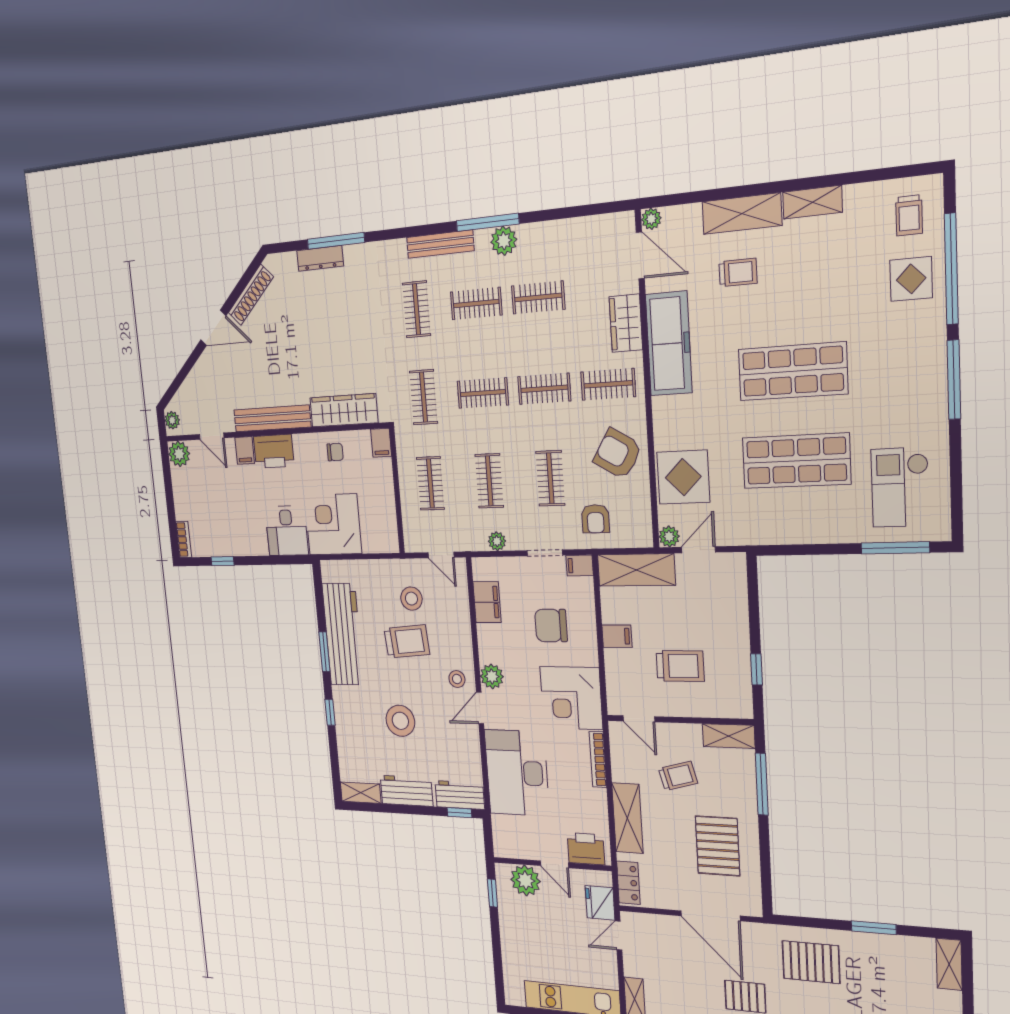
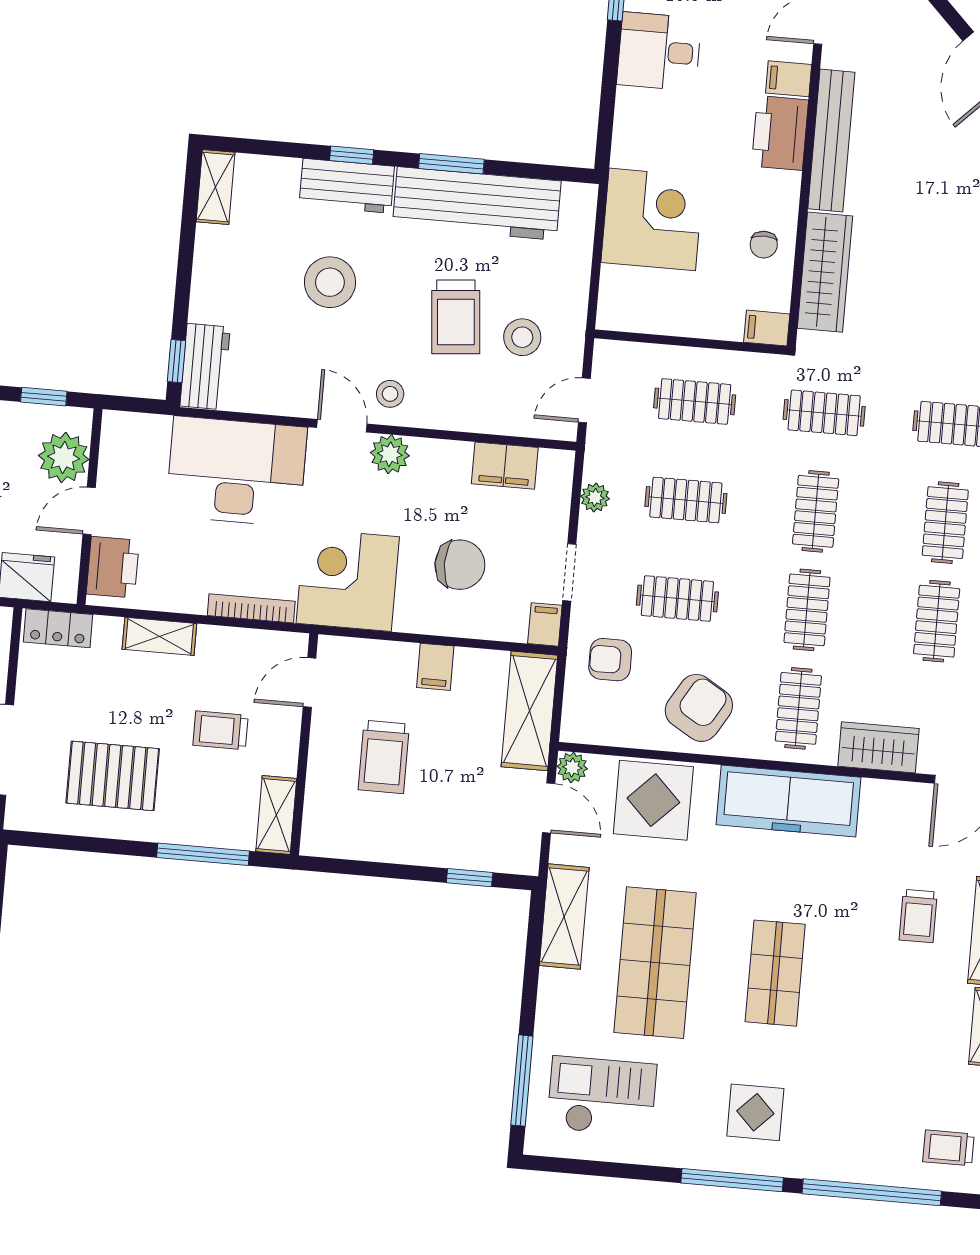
display table: (911, 279) -> (755, 1112), moved
freezer: (669, 344) -> (788, 801), moved
shop shelf: (793, 371) -> (775, 973), width x0.70, depth x0.74
shelving: (772, 530) -> (564, 916), added
desk: (287, 531) -> (659, 52), moved
chair: (551, 626) -> (460, 565), turned 90
window: (757, 669) -> (470, 878), moved
trolley: (678, 776) -> (220, 730), turned 105
workbench: (407, 791) -> (347, 186), moved, turned 90
shelving: (627, 818) -> (159, 636), width x0.67, depth x0.75

